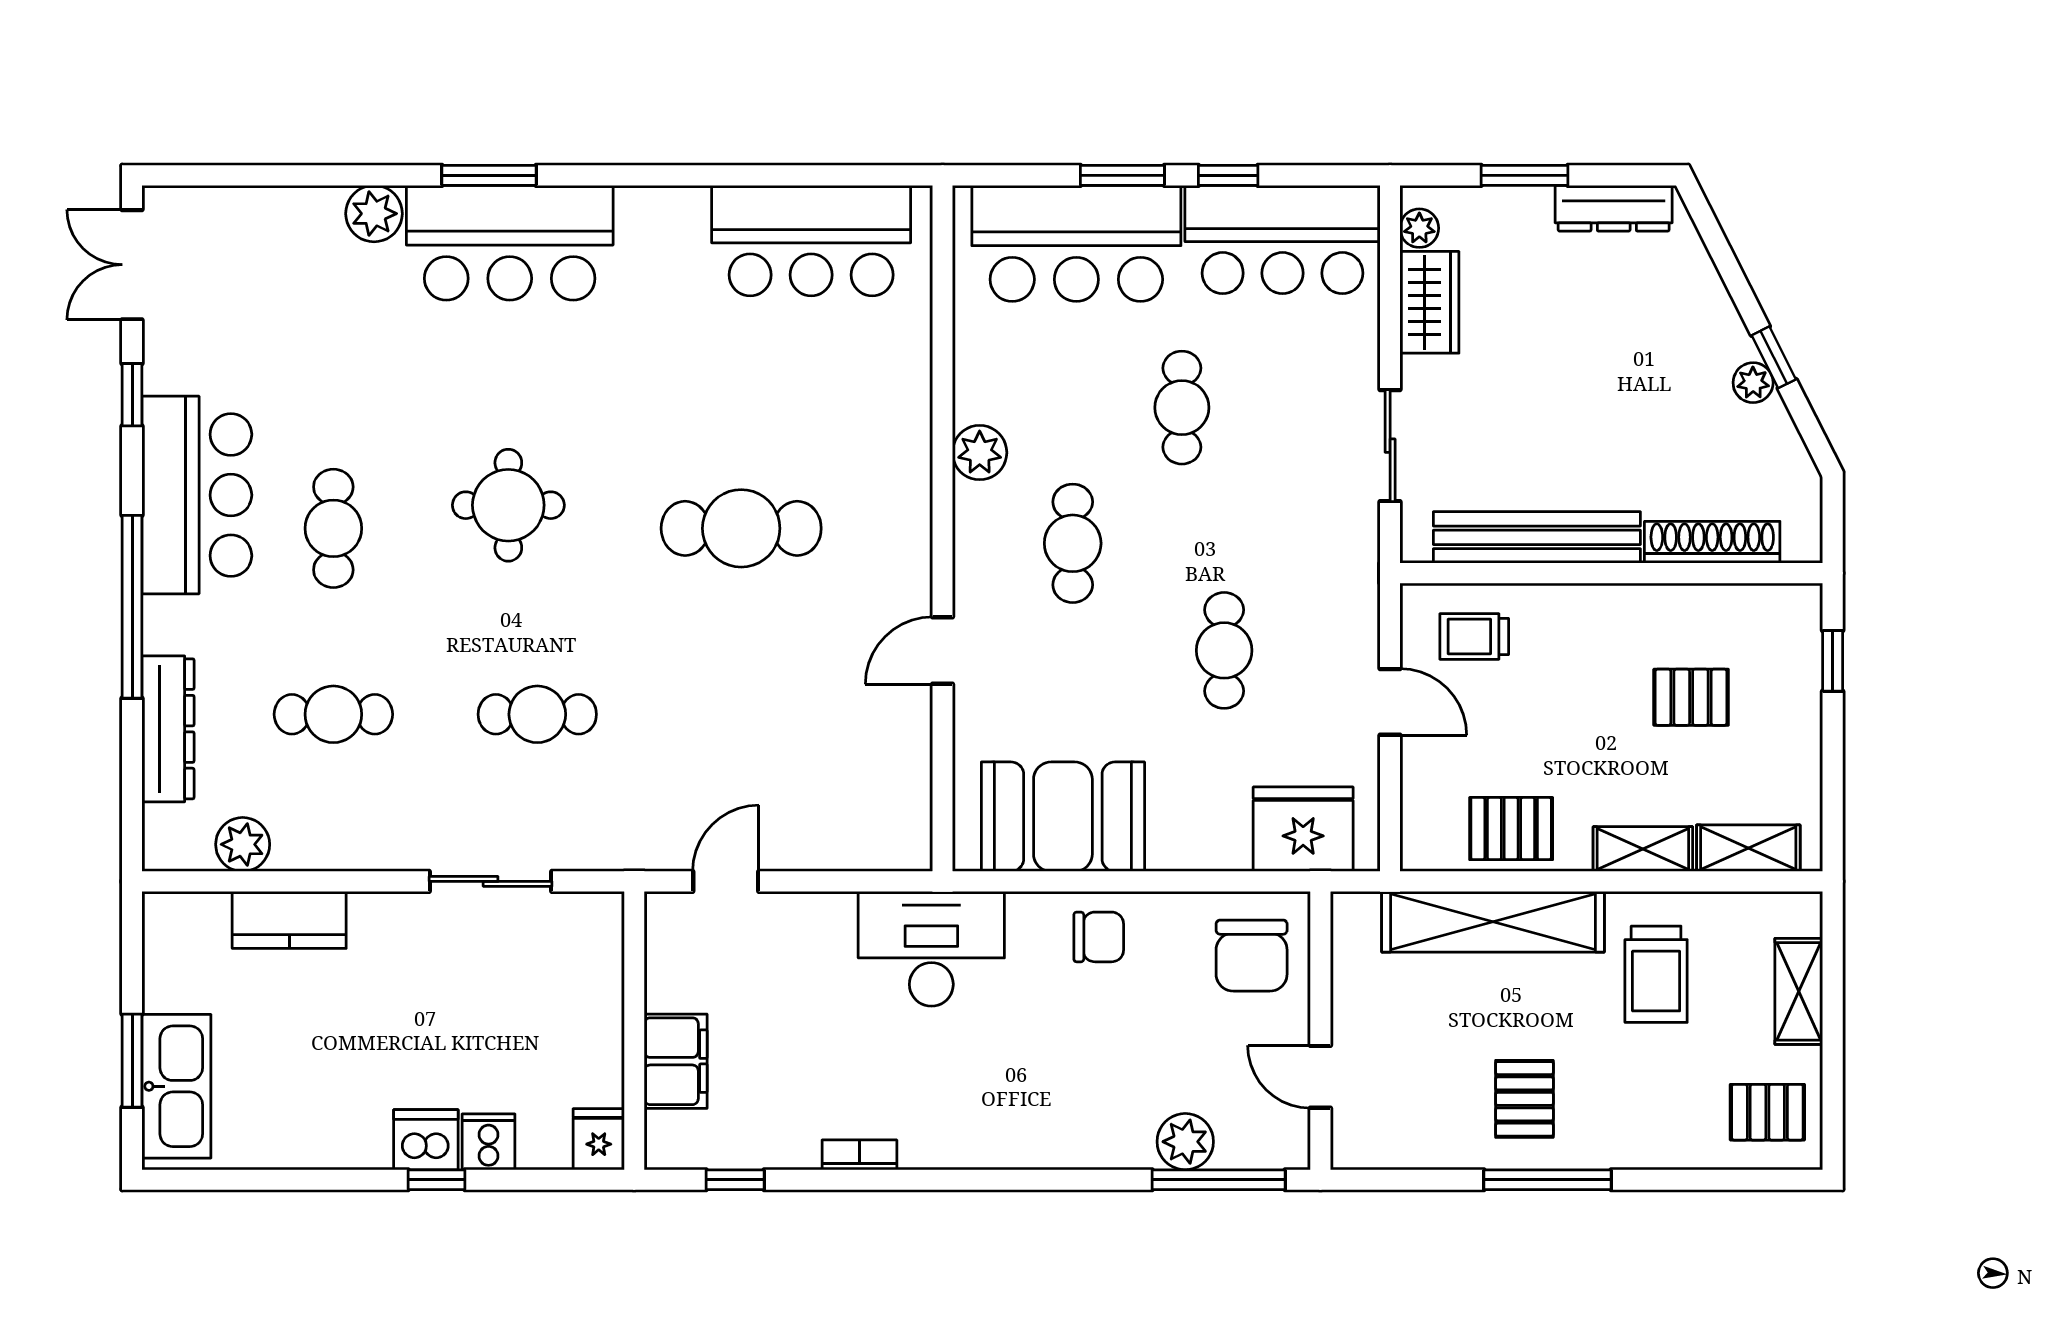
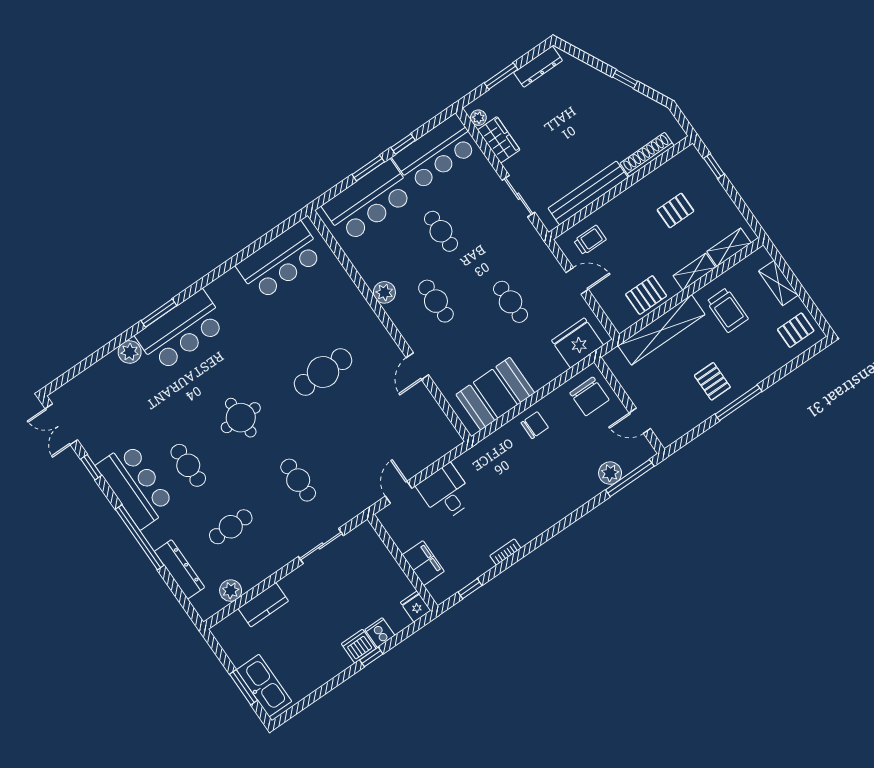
plant: (1753, 383) -> (624, 92), removed
trolley: (1474, 637) -> (590, 240), turned 180
cafe table: (537, 714) -> (298, 480), turned 90
desk: (931, 949) -> (446, 493), moved, width x0.73

